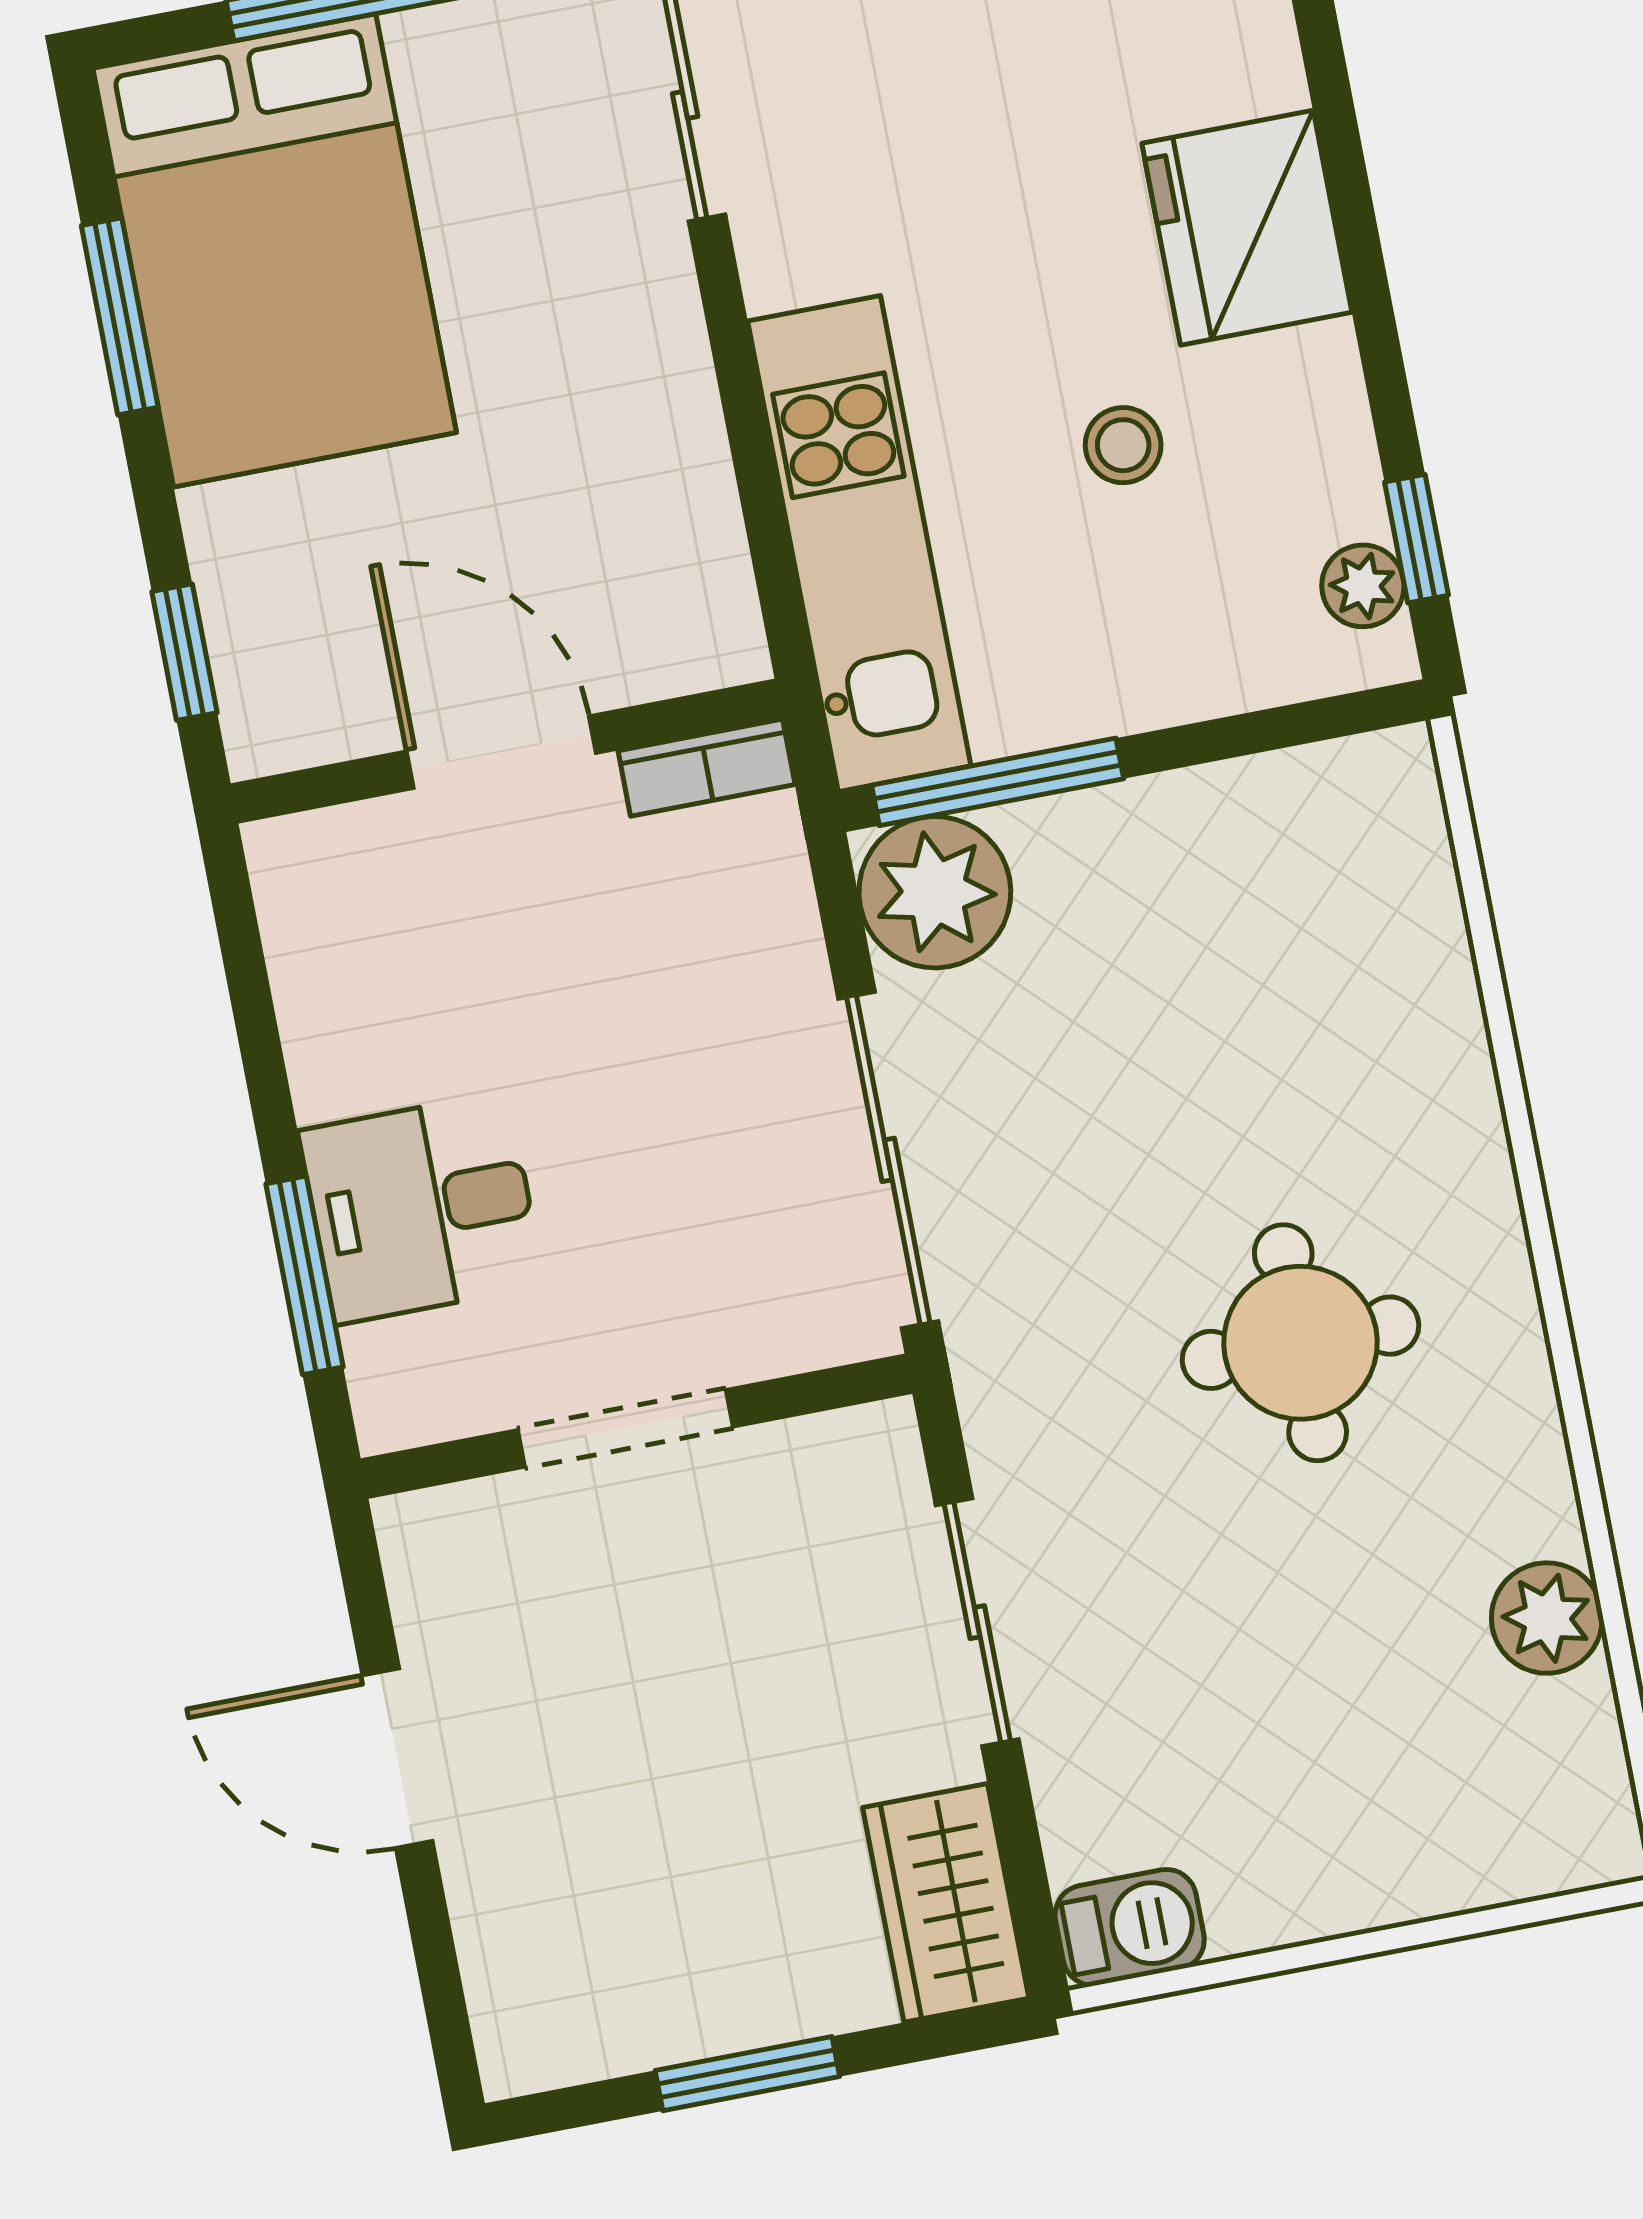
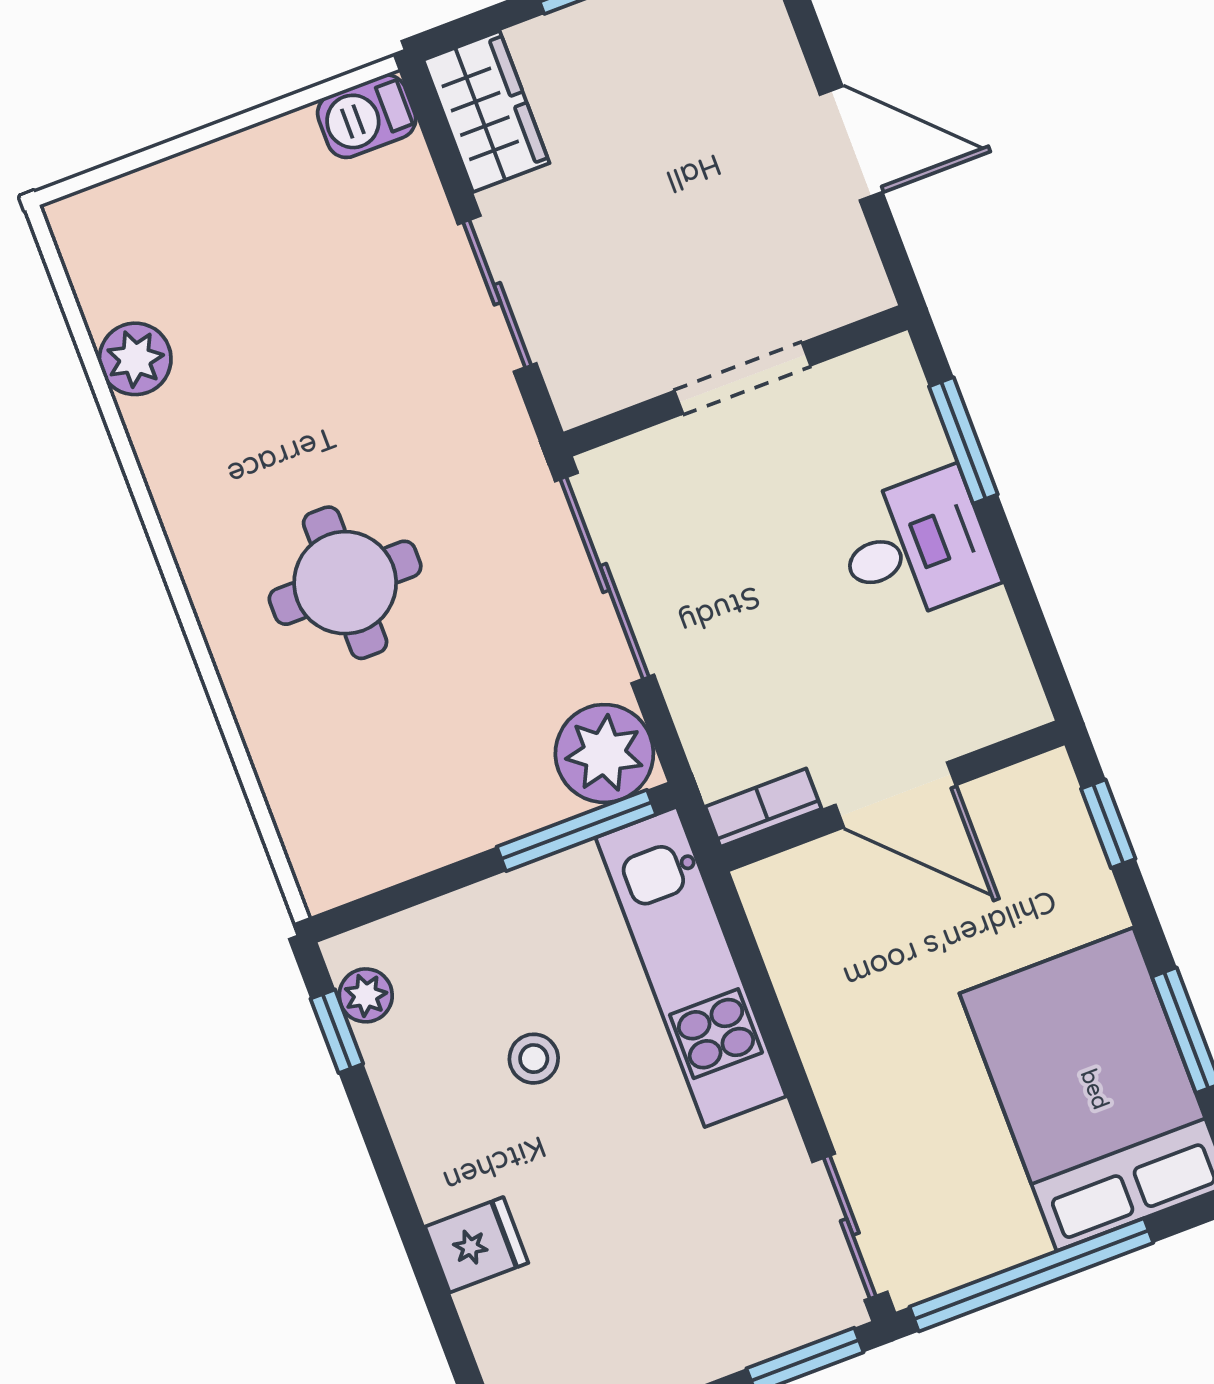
fridge: (1247, 228) -> (477, 1245), width x0.53, depth x0.75
desk: (421, 1208) -> (916, 547), moved
round table: (1300, 1343) -> (345, 583), moved

